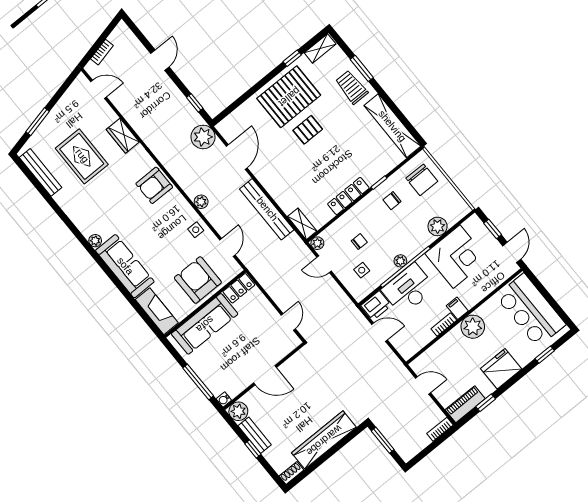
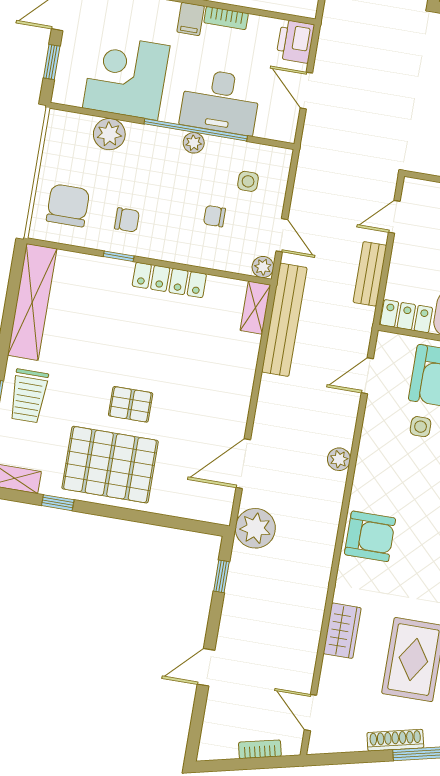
shoe rack: (53, 117) -> (395, 740), added
bench: (267, 209) -> (284, 320), moved
side table: (196, 230) -> (421, 427), moved
bench: (272, 289) -> (370, 274), added
printer: (376, 306) -> (295, 41), moved, turned -90

